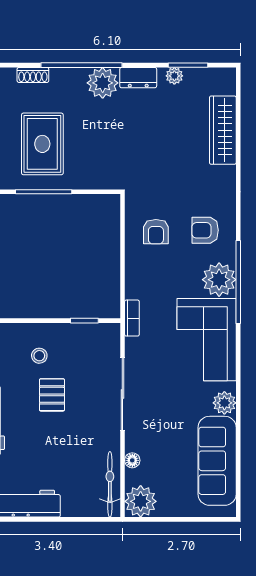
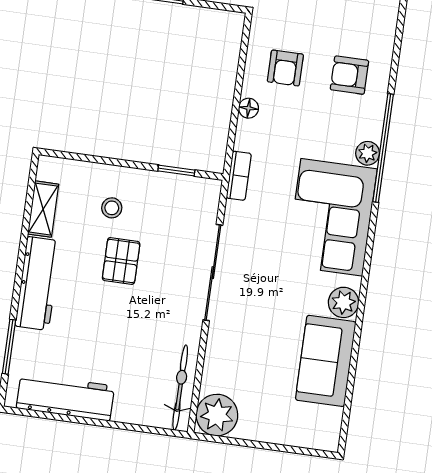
plant: (219, 280) -> (368, 153), width x0.53, depth x0.53
floor lamp: (132, 460) -> (249, 108), moved
sofa: (217, 461) -> (326, 361), width x0.73

